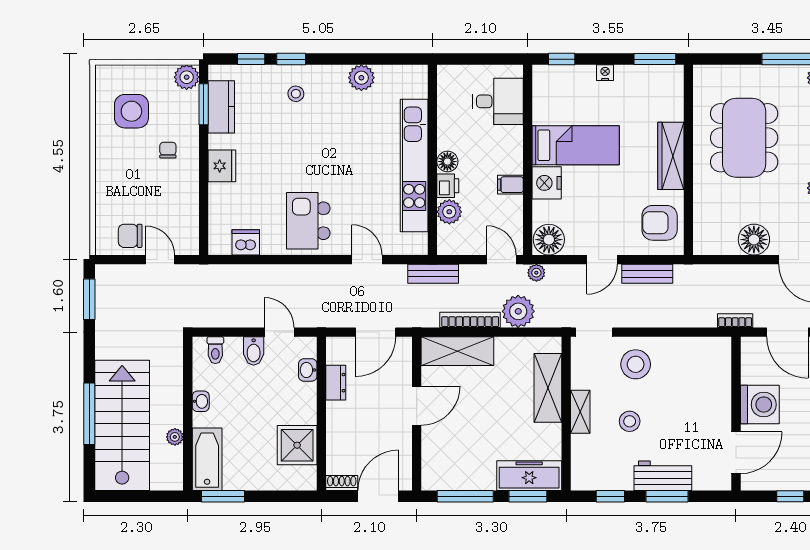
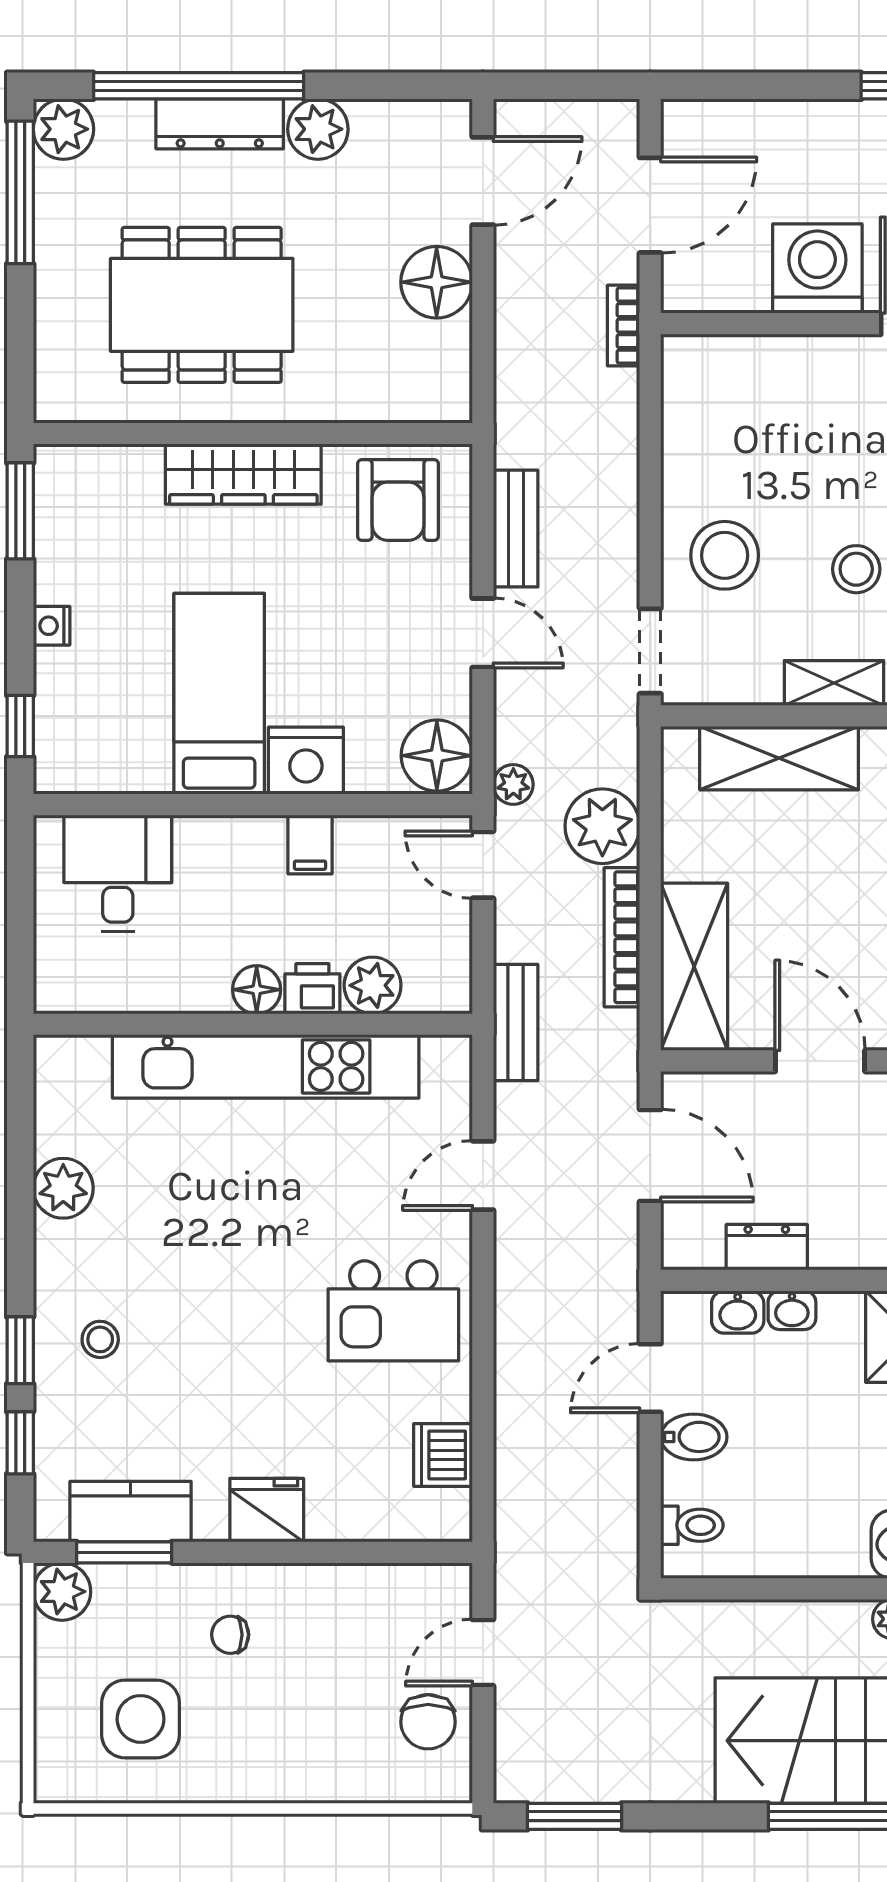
door: (502, 260) -> (483, 865), hinge flipped
washbasin: (201, 401) -> (792, 1310), moved, turned 180

